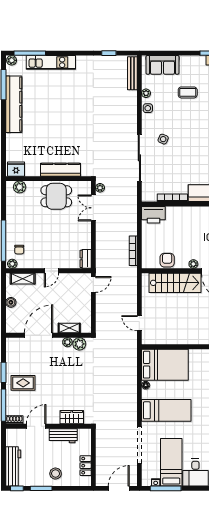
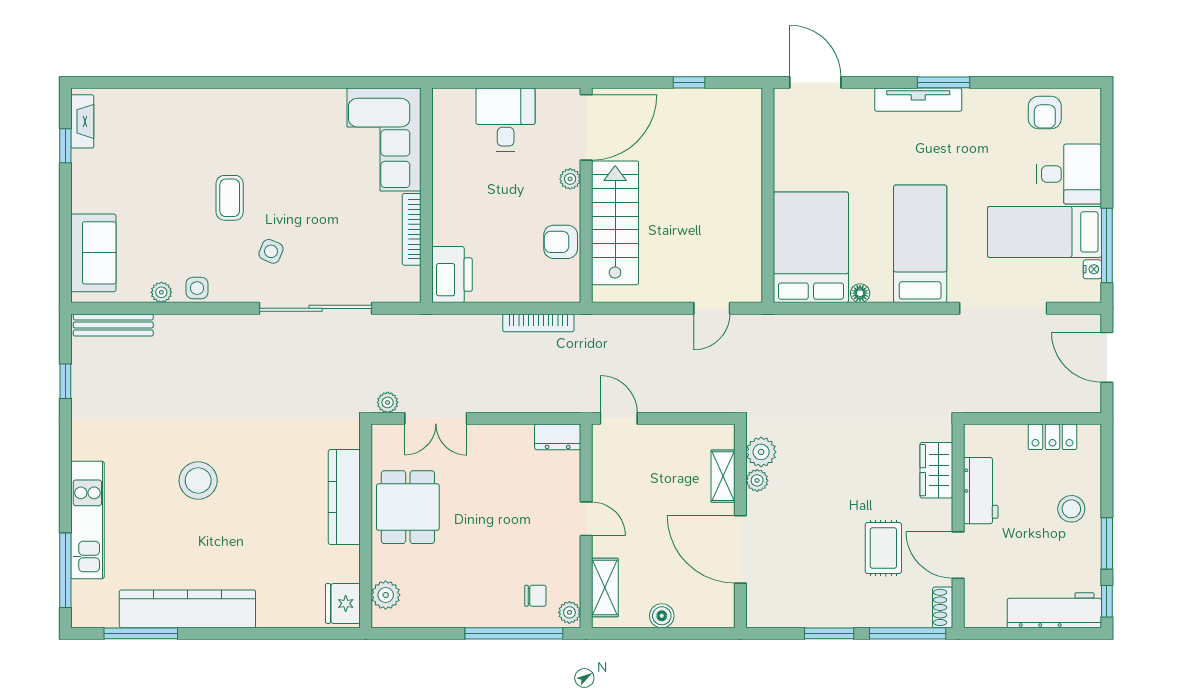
plant: (12, 60) -> (83, 614), removed
coffee table: (188, 92) -> (230, 198), moved
stool: (67, 109) -> (198, 481), added
rug: (23, 383) -> (883, 548), moved

